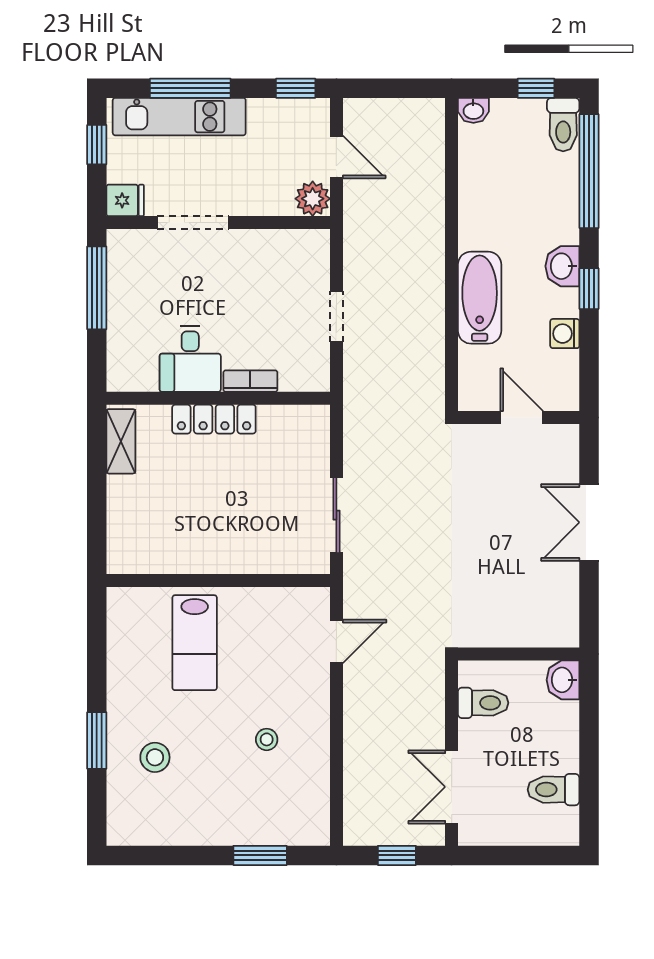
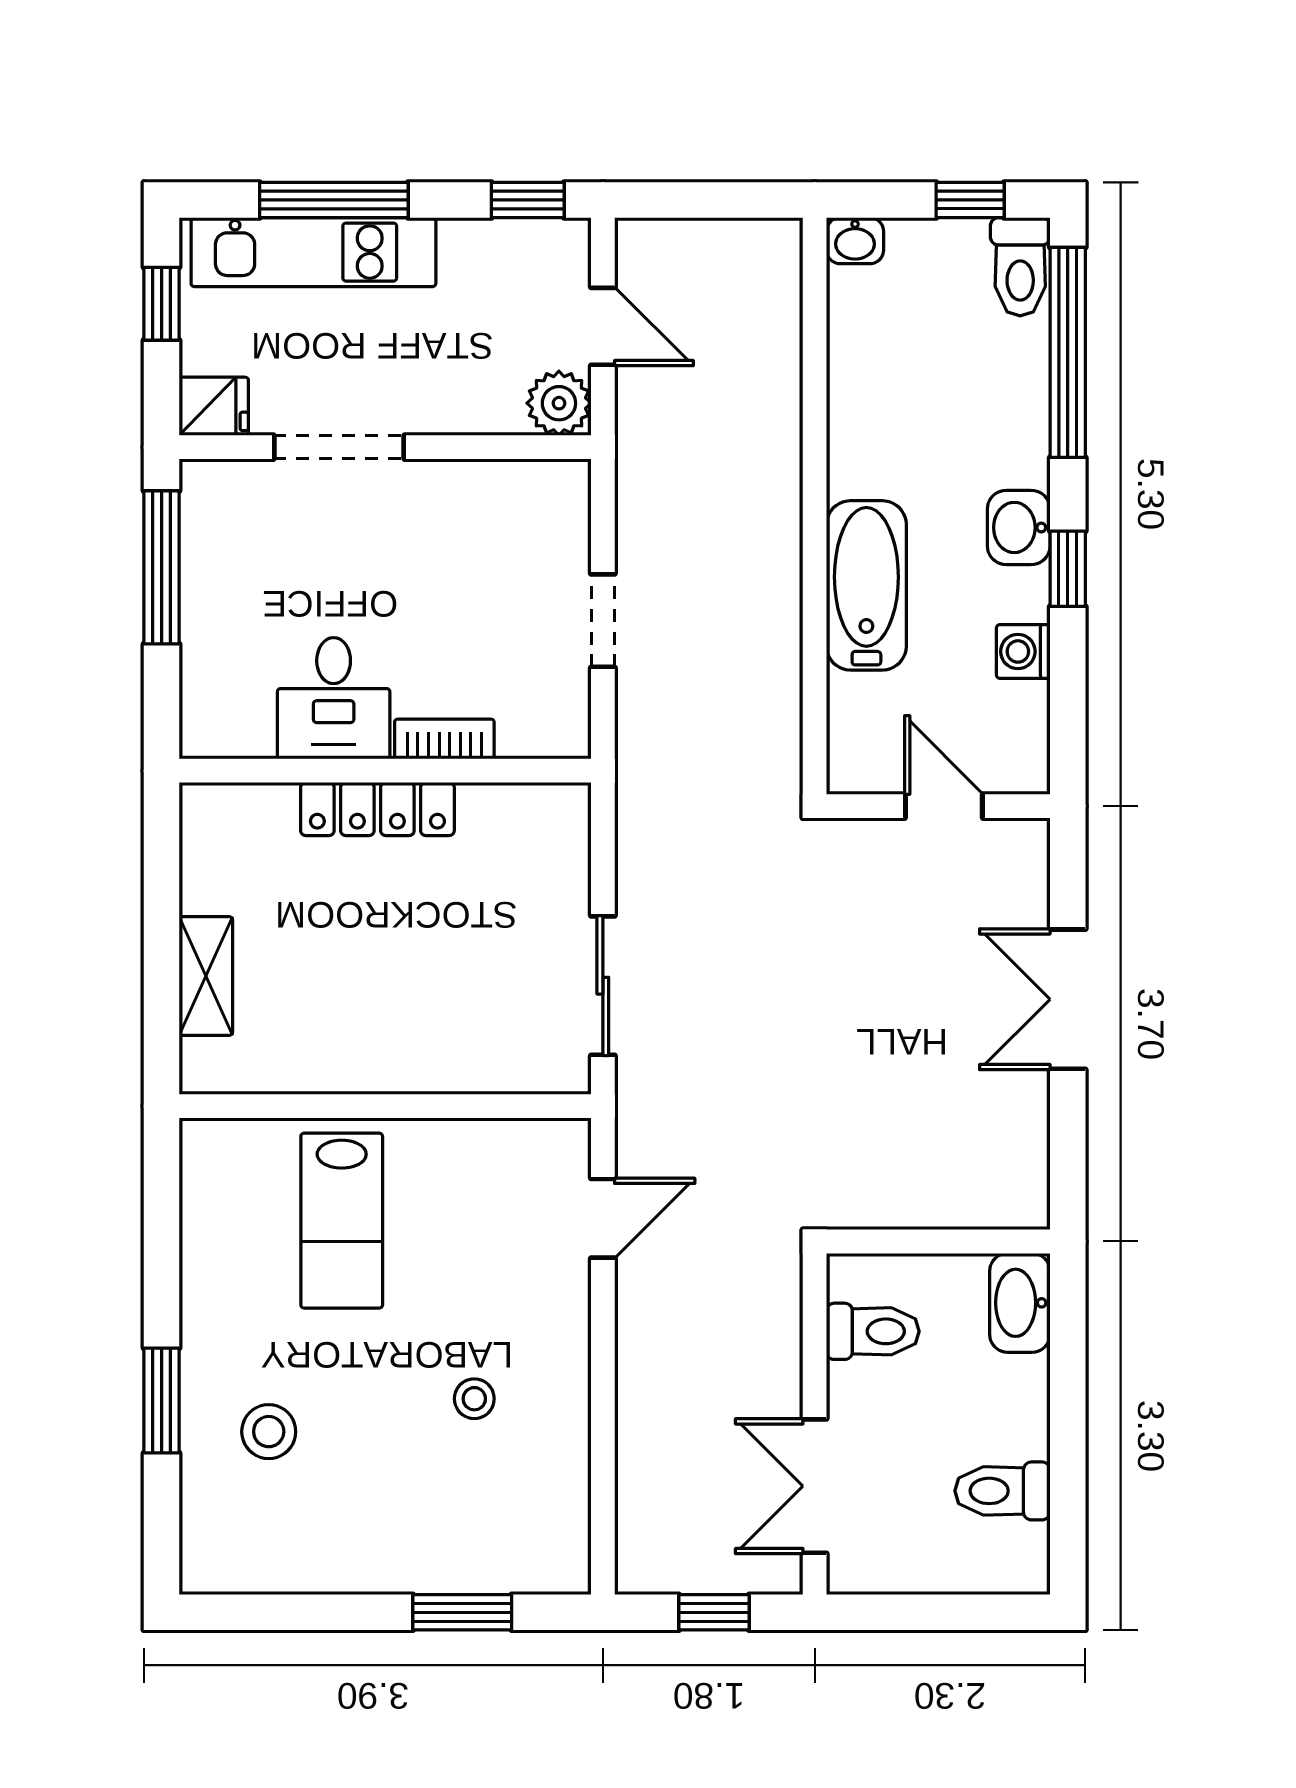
shelving: (121, 441) -> (206, 976), moved
washbasin: (563, 680) -> (1020, 1303), width x1.38

